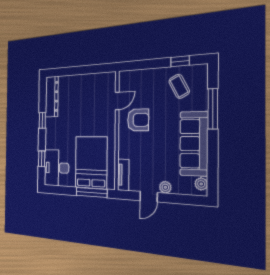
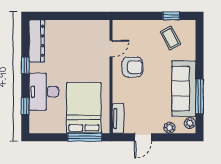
window: (213, 109) -> (199, 96), moved
desk: (57, 168) -> (44, 92), moved
plant: (165, 187) -> (169, 128), moved

